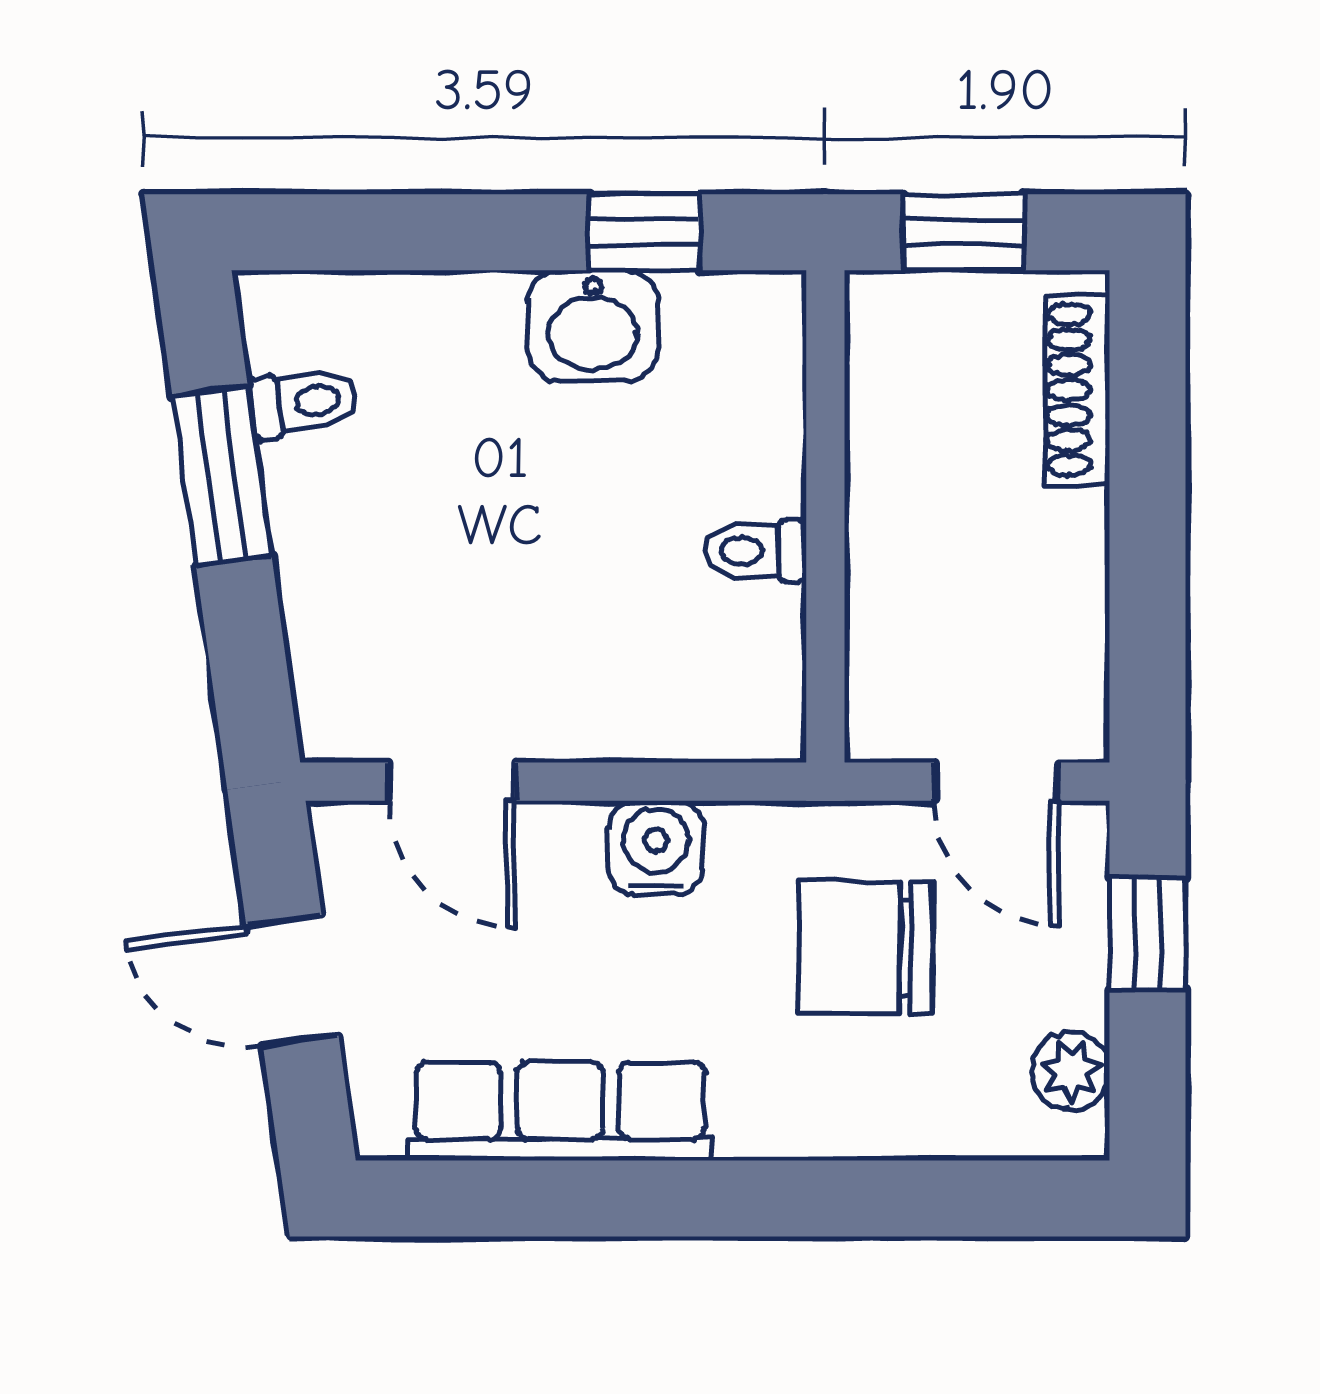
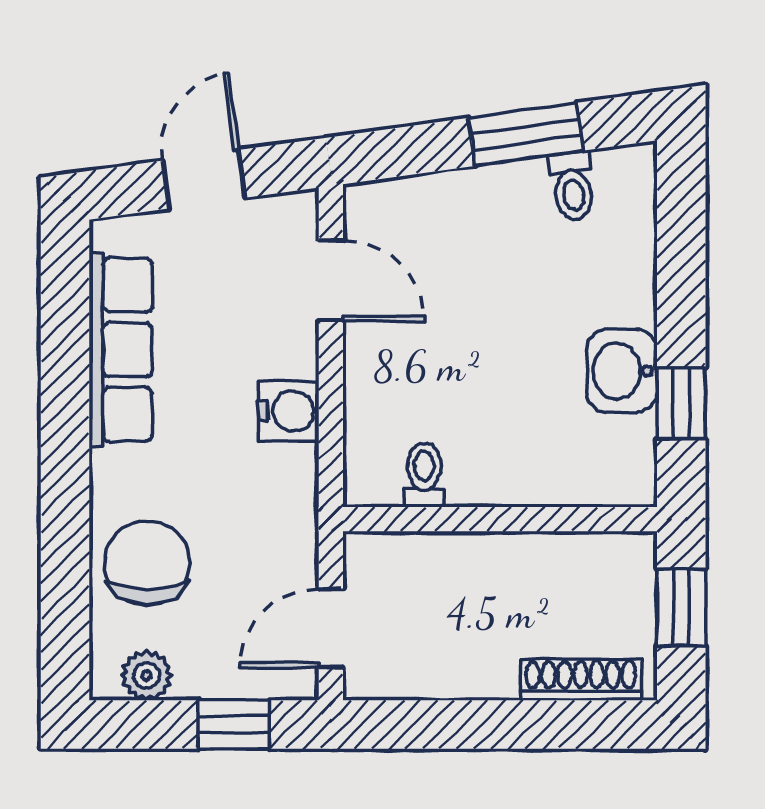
toilet: (756, 551) -> (424, 475), moved
door: (451, 782) -> (331, 281), swing flipped
chair: (866, 948) -> (147, 563), moved

